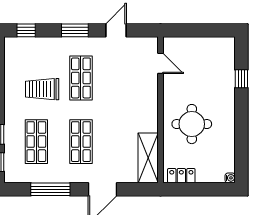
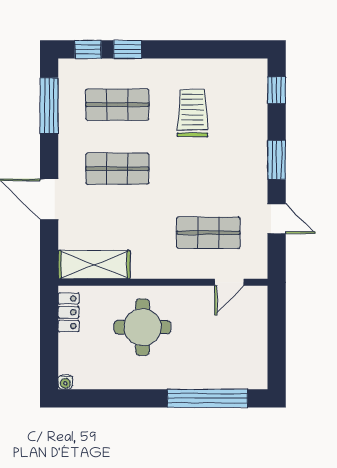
shop shelf: (81, 78) -> (208, 233), moved
window: (241, 79) -> (207, 398), width x3.17
window: (50, 189) -> (49, 106), moved

